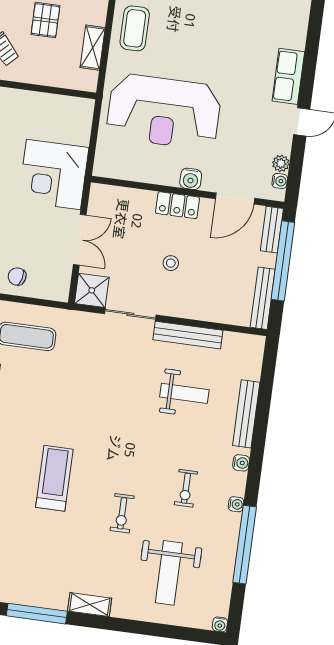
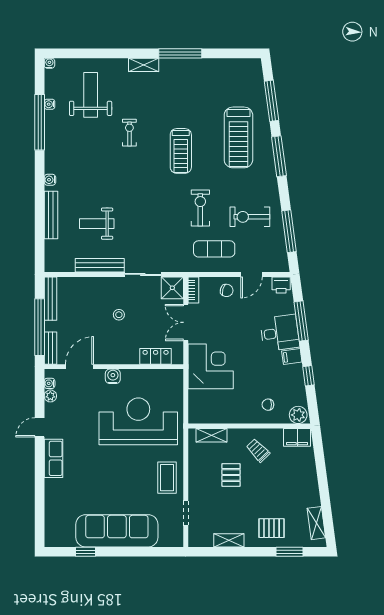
shelving: (93, 48) -> (212, 435), moved, turned 90
locker: (177, 205) -> (156, 356), moved
bookcase: (63, 283) -> (193, 290), added
exercise bike: (186, 488) -> (200, 208), moved, width x1.38, depth x1.39
water cooler: (236, 504) -> (49, 104), moved

